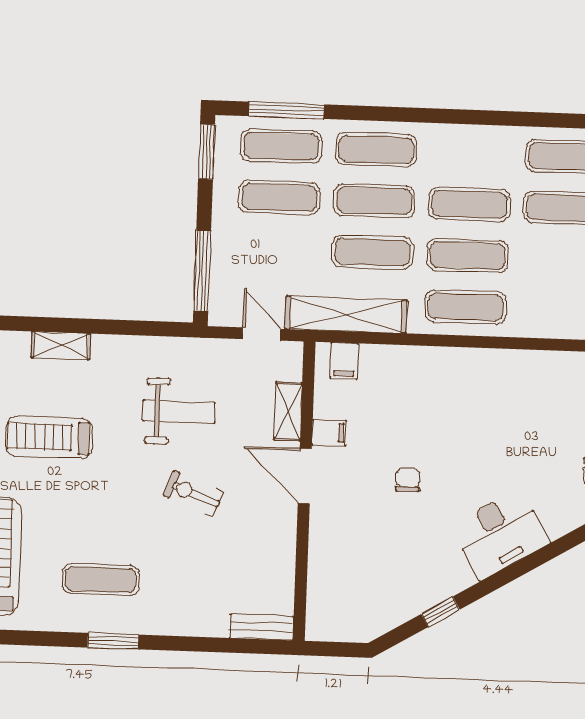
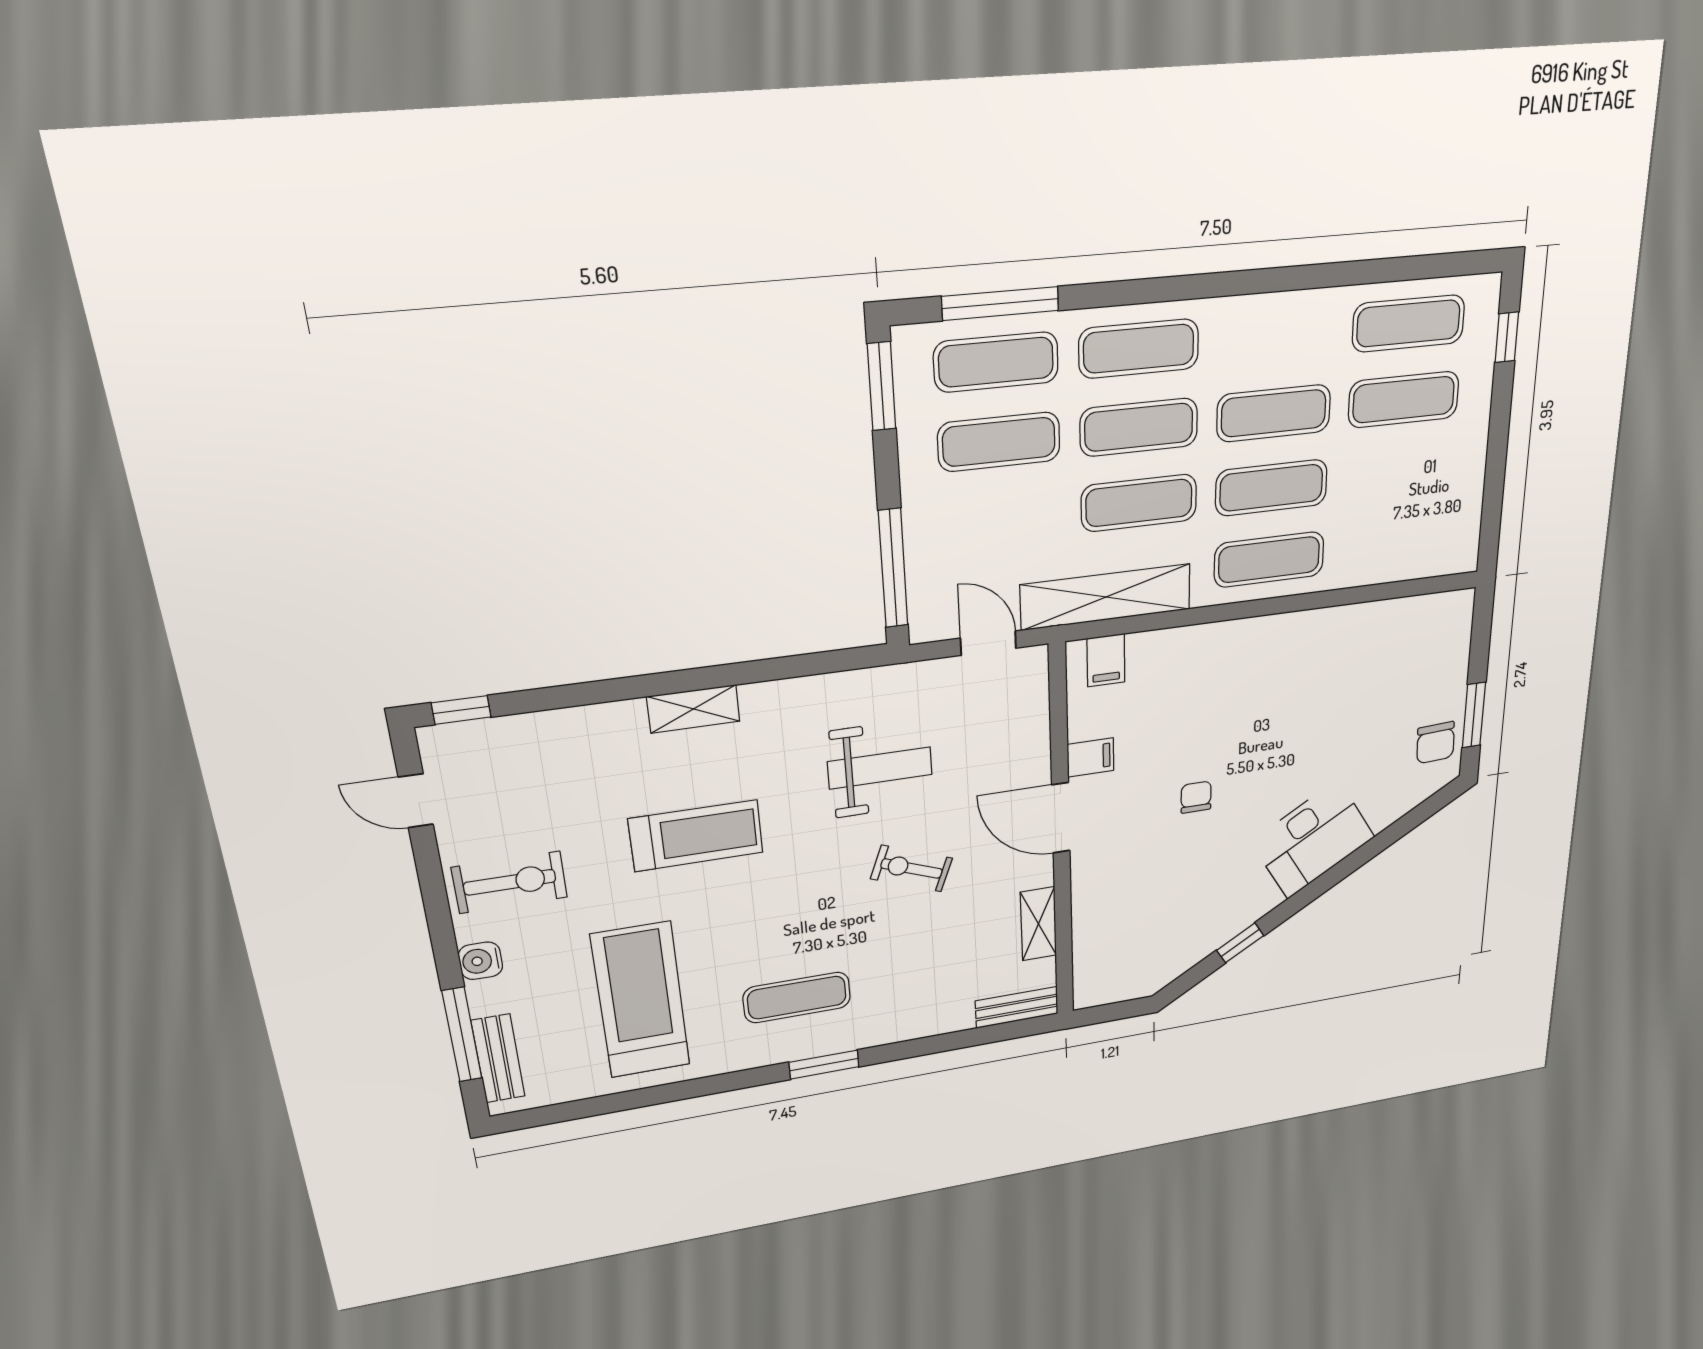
shelving: (288, 411) -> (1038, 924), moved
treadmill: (49, 437) -> (696, 836), turned 180

